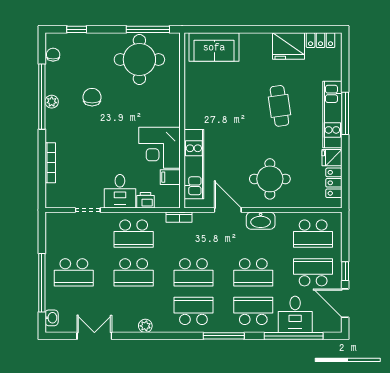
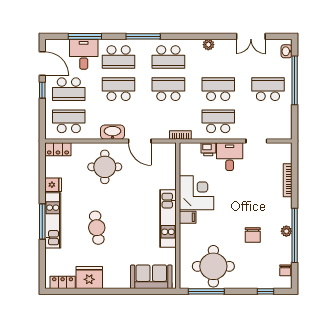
kitchen unit: (194, 164) -> (168, 219), moved
filing cabinet: (170, 177) -> (188, 217), moved
locker: (334, 183) -> (58, 149), moved, turned 90
window: (294, 336) -> (85, 36), width x0.68

